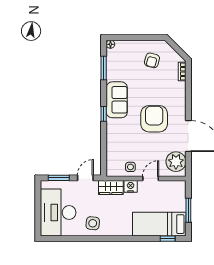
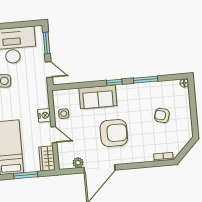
armchair: (152, 60) -> (162, 115), moved
window: (104, 68) -> (146, 80), moved
sofa: (117, 100) -> (98, 97), moved
plant: (176, 162) -> (78, 163), width x0.53, depth x0.53
wardrobe: (111, 188) -> (47, 159), moved

